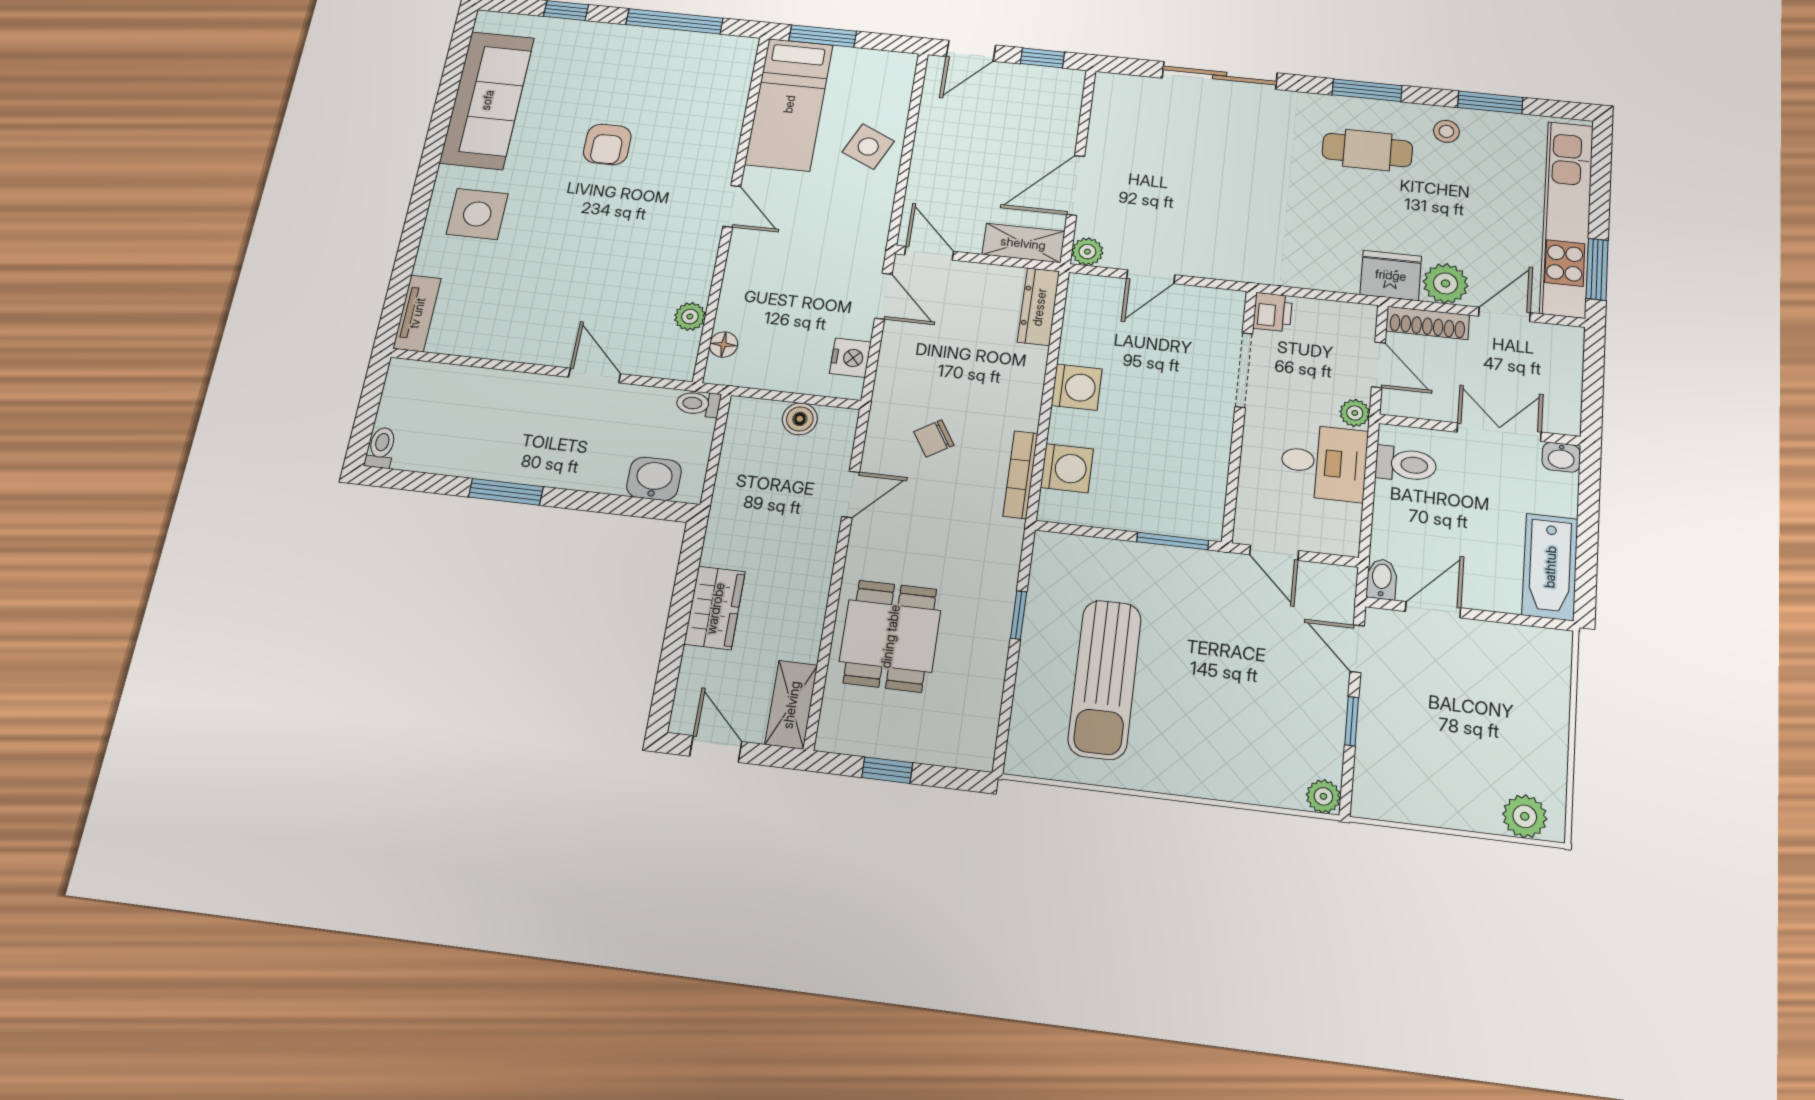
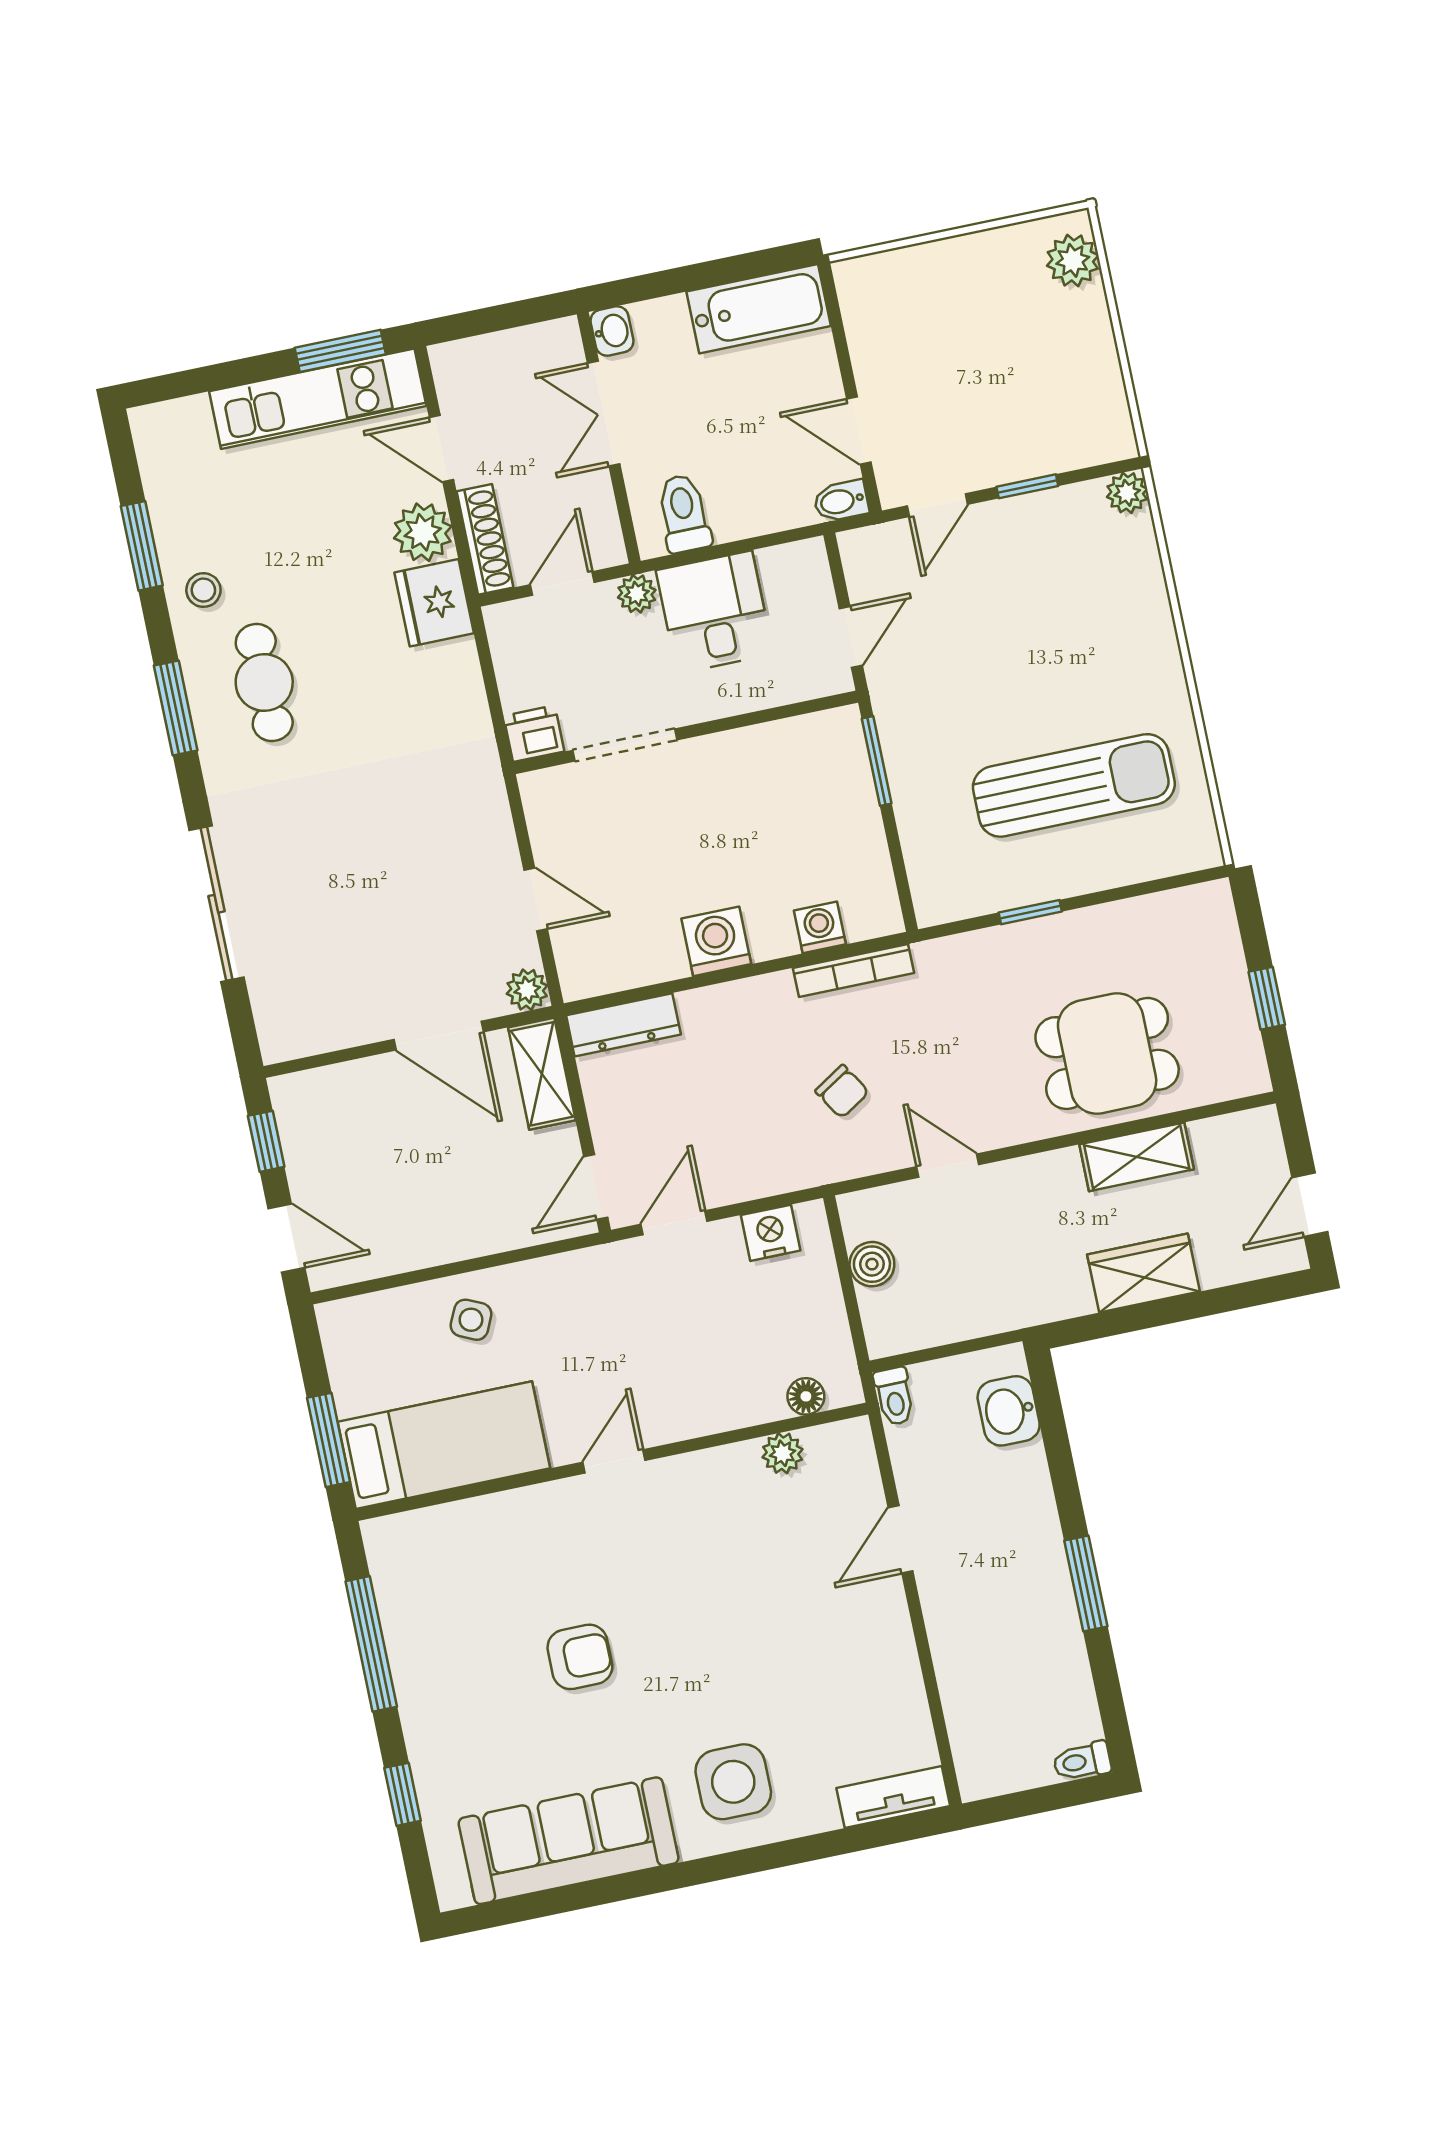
side table: (868, 147) -> (471, 1320), width x0.73, depth x0.73
kitchen unit: (1567, 219) -> (318, 399), width x0.73
washing machine: (1067, 468) -> (820, 927), width x0.73, depth x0.73
shelving: (791, 705) -> (1137, 1157), moved

